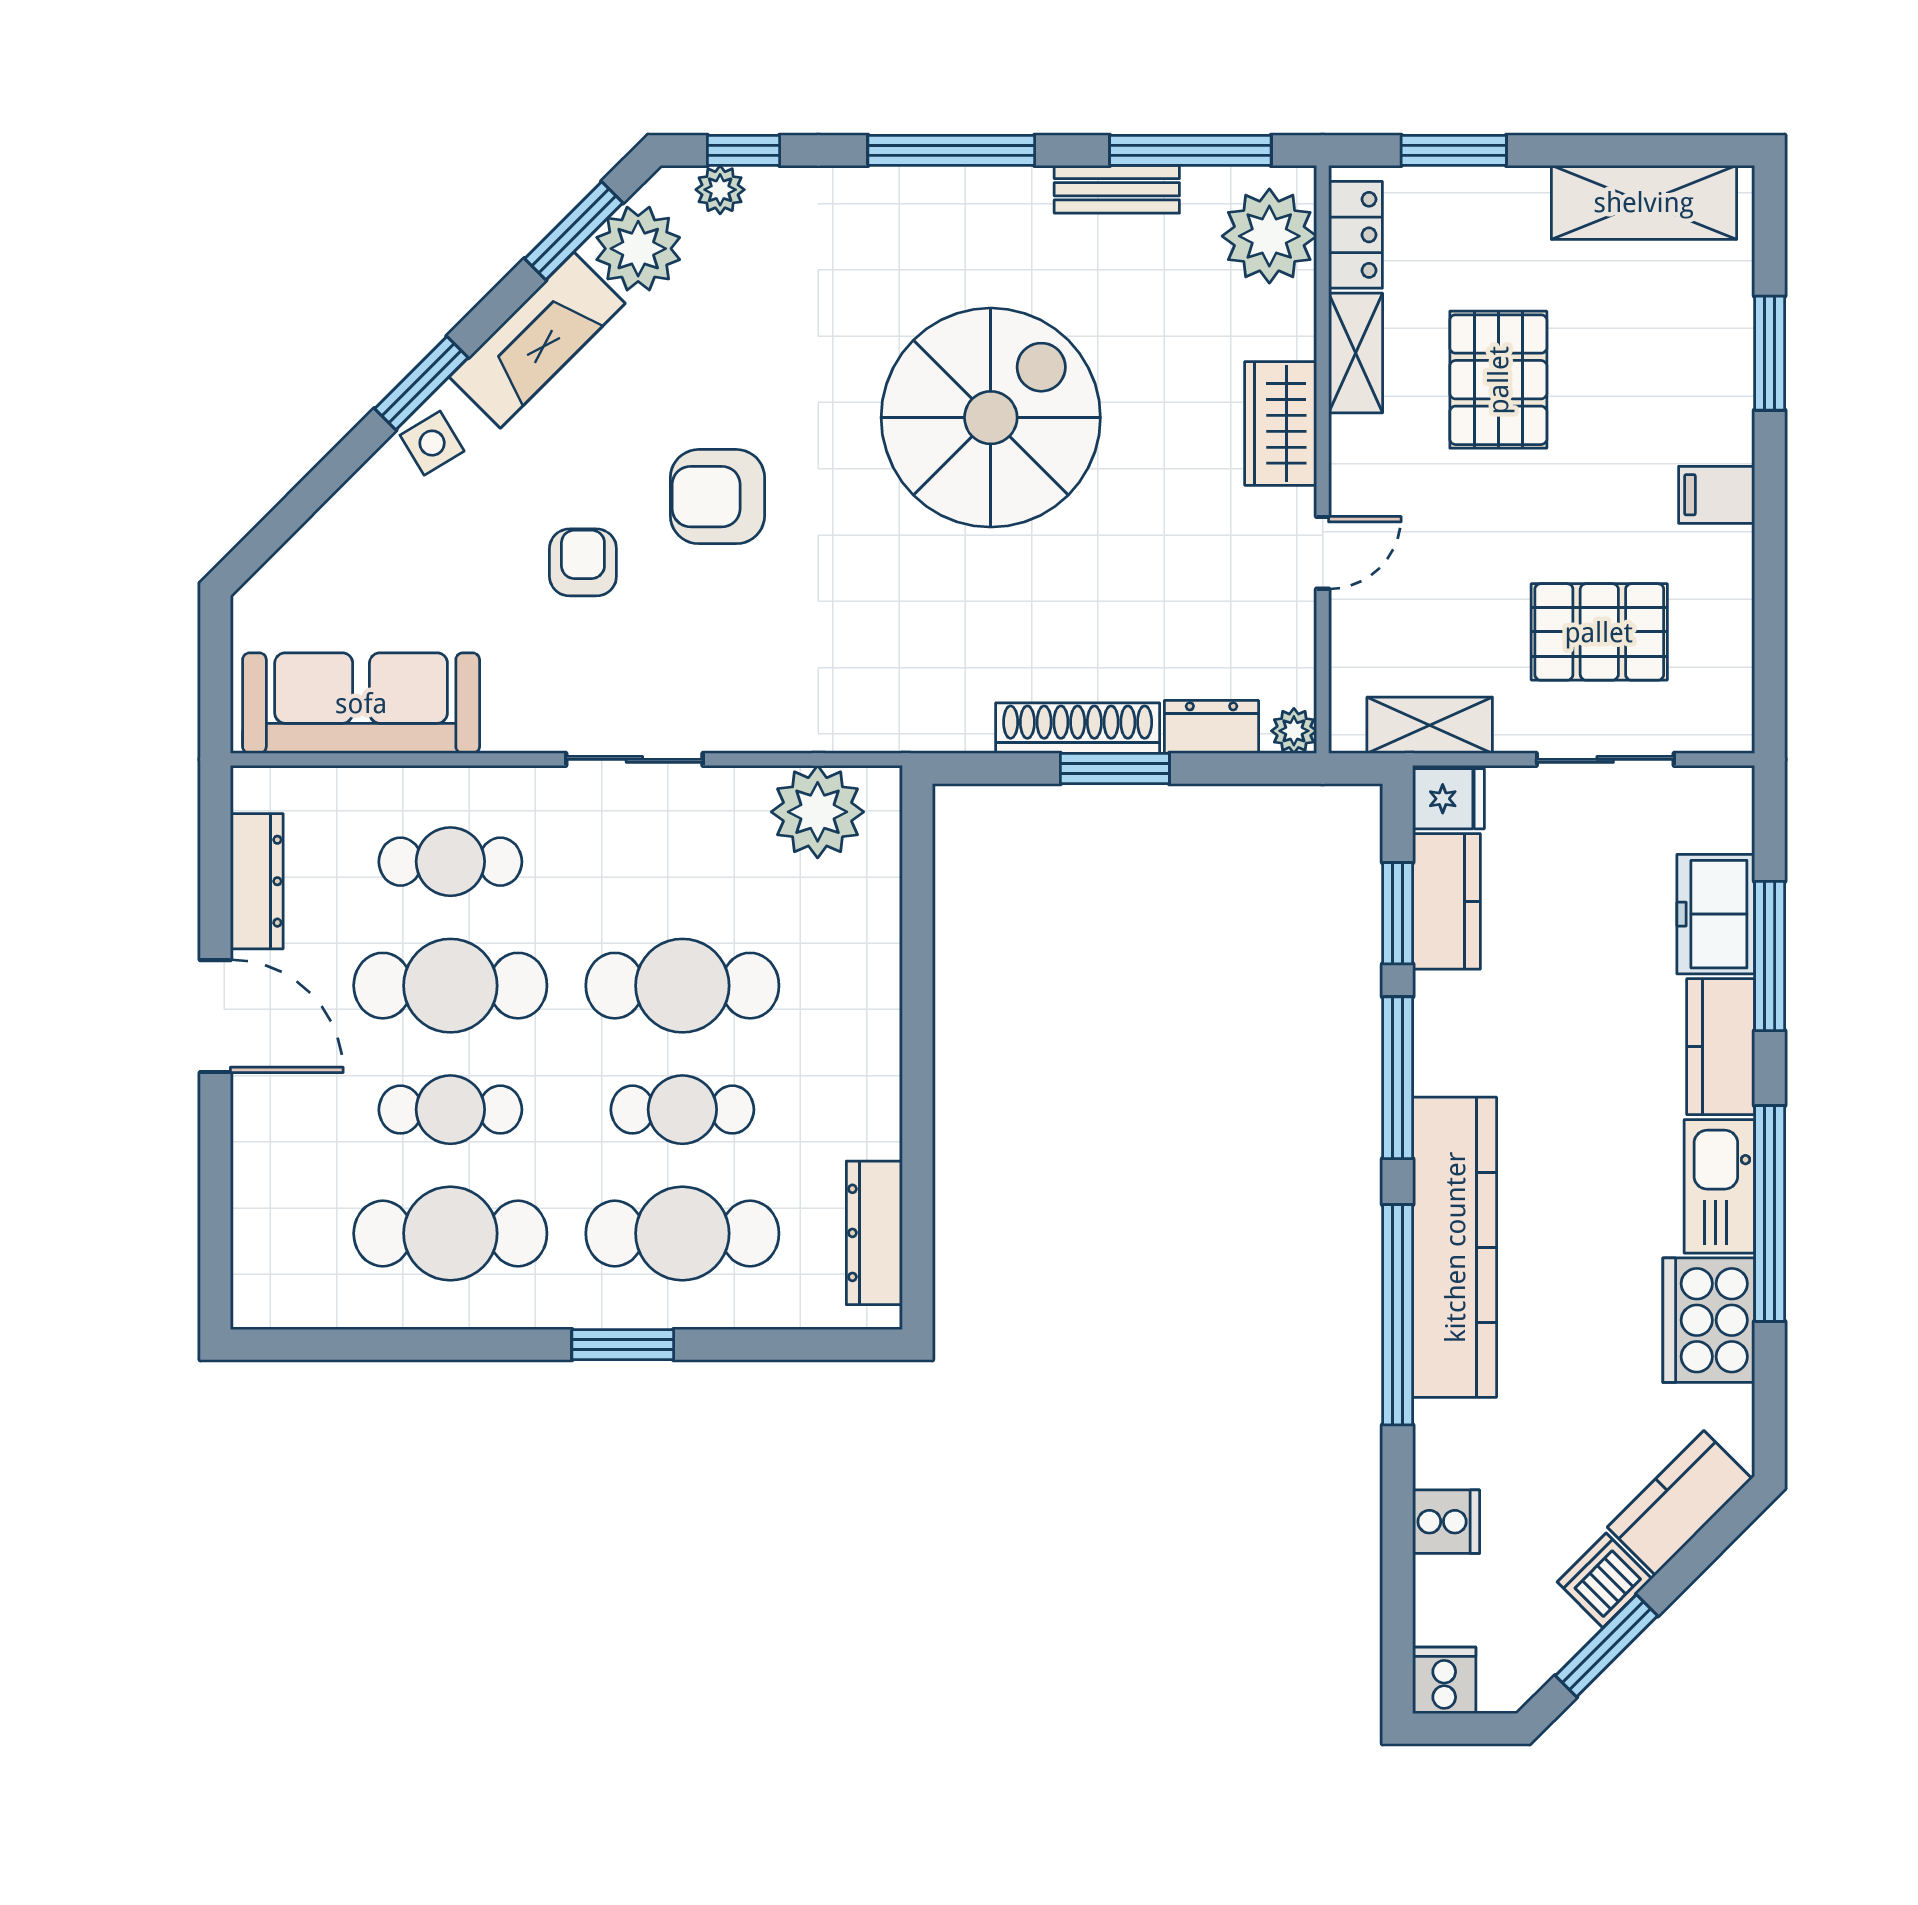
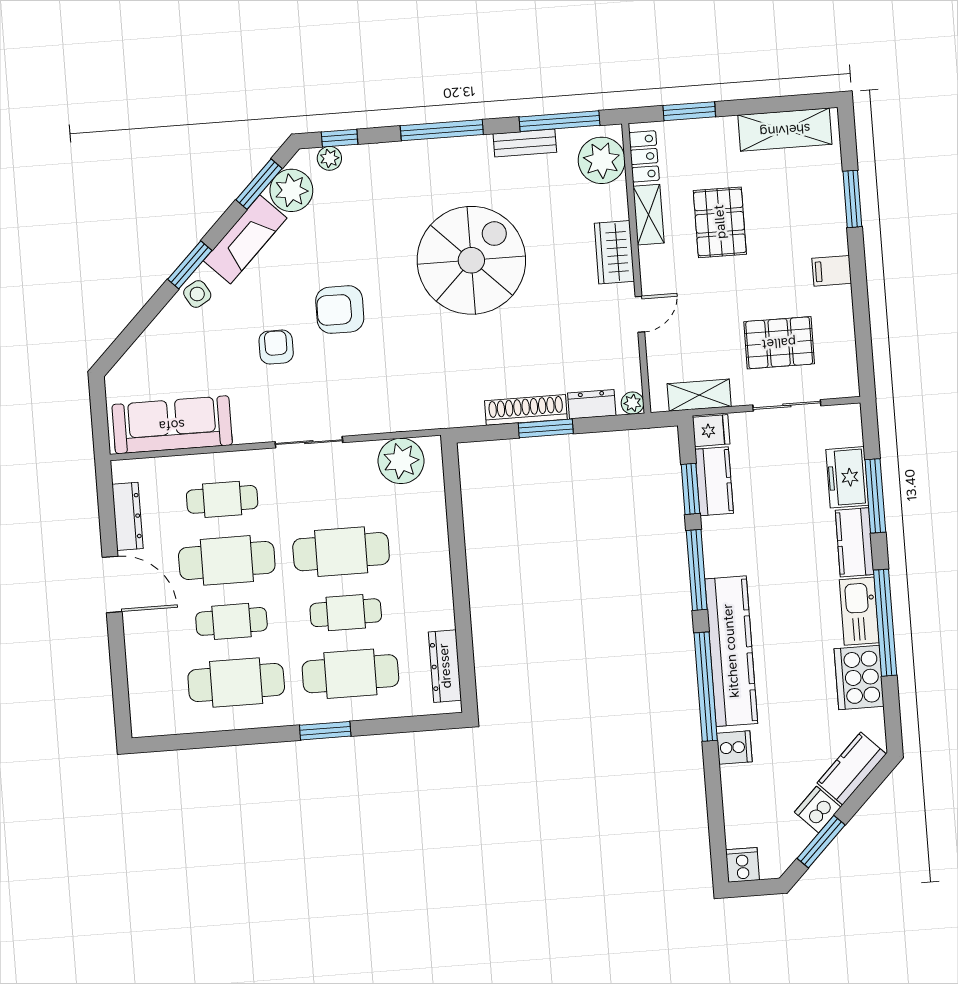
cooker: (1446, 1522) -> (734, 747), moved

